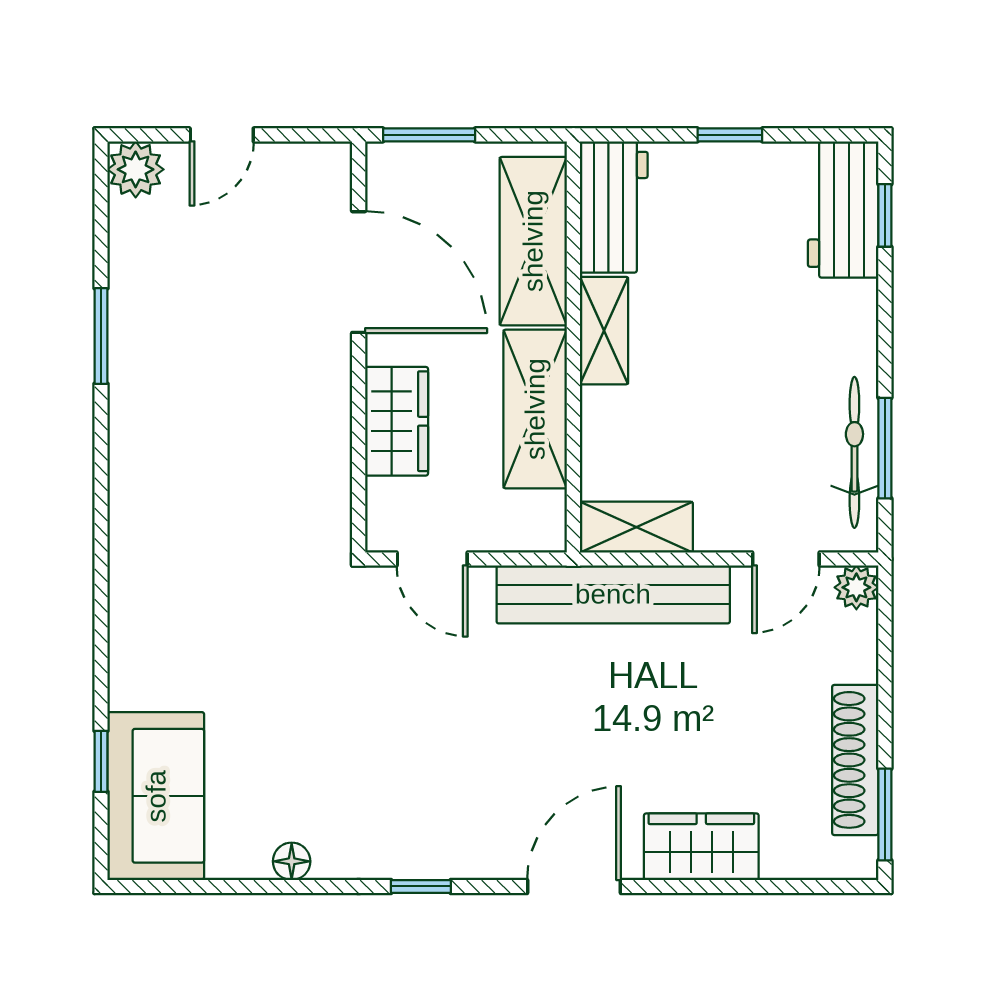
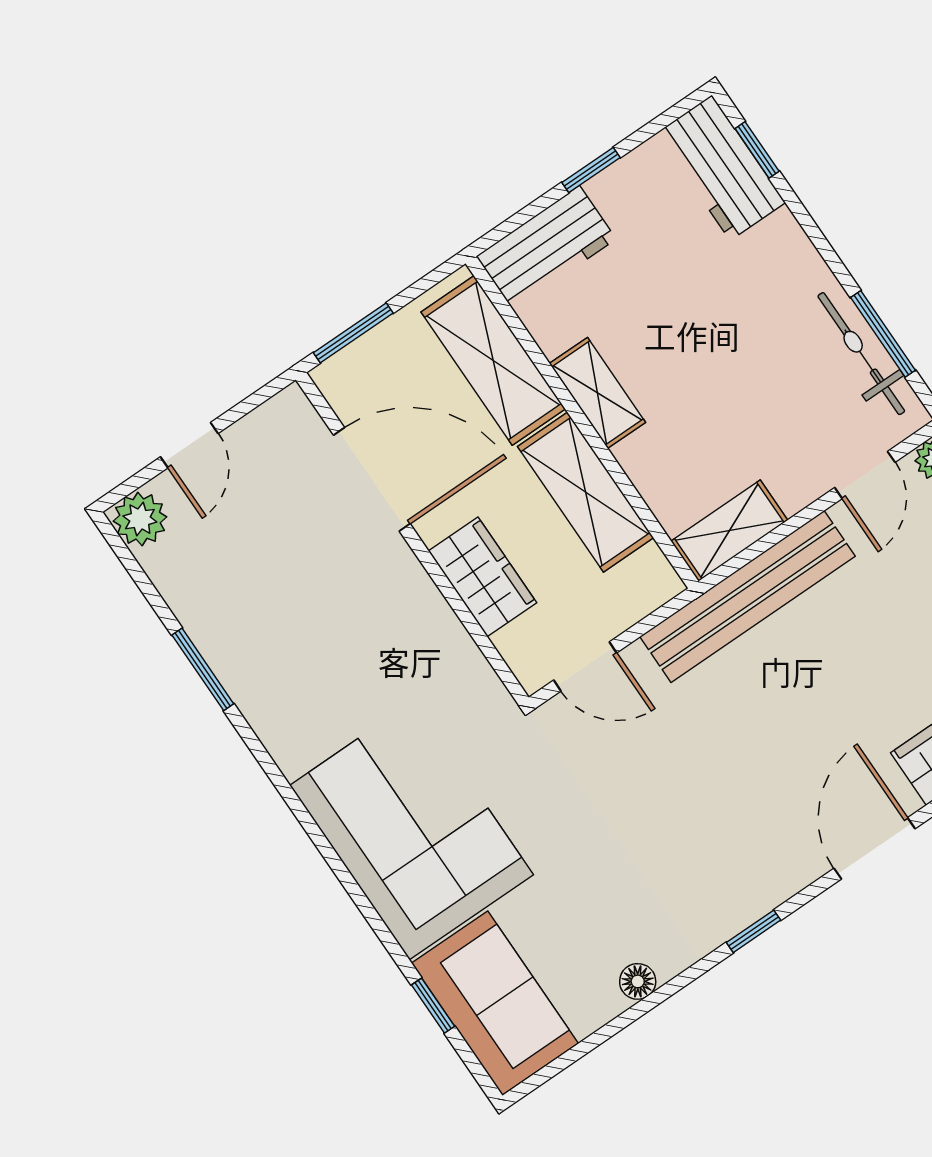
workbench: (614, 207) -> (546, 248), moved, turned 90
corner sofa: (186, 597) -> (412, 830), added

